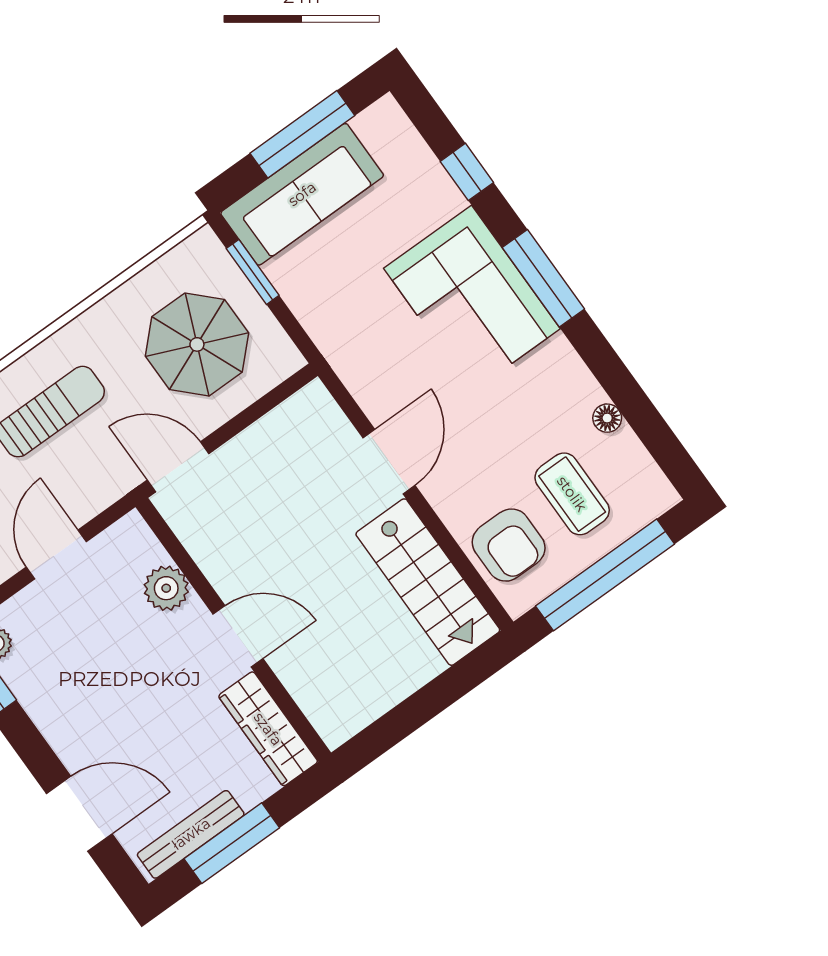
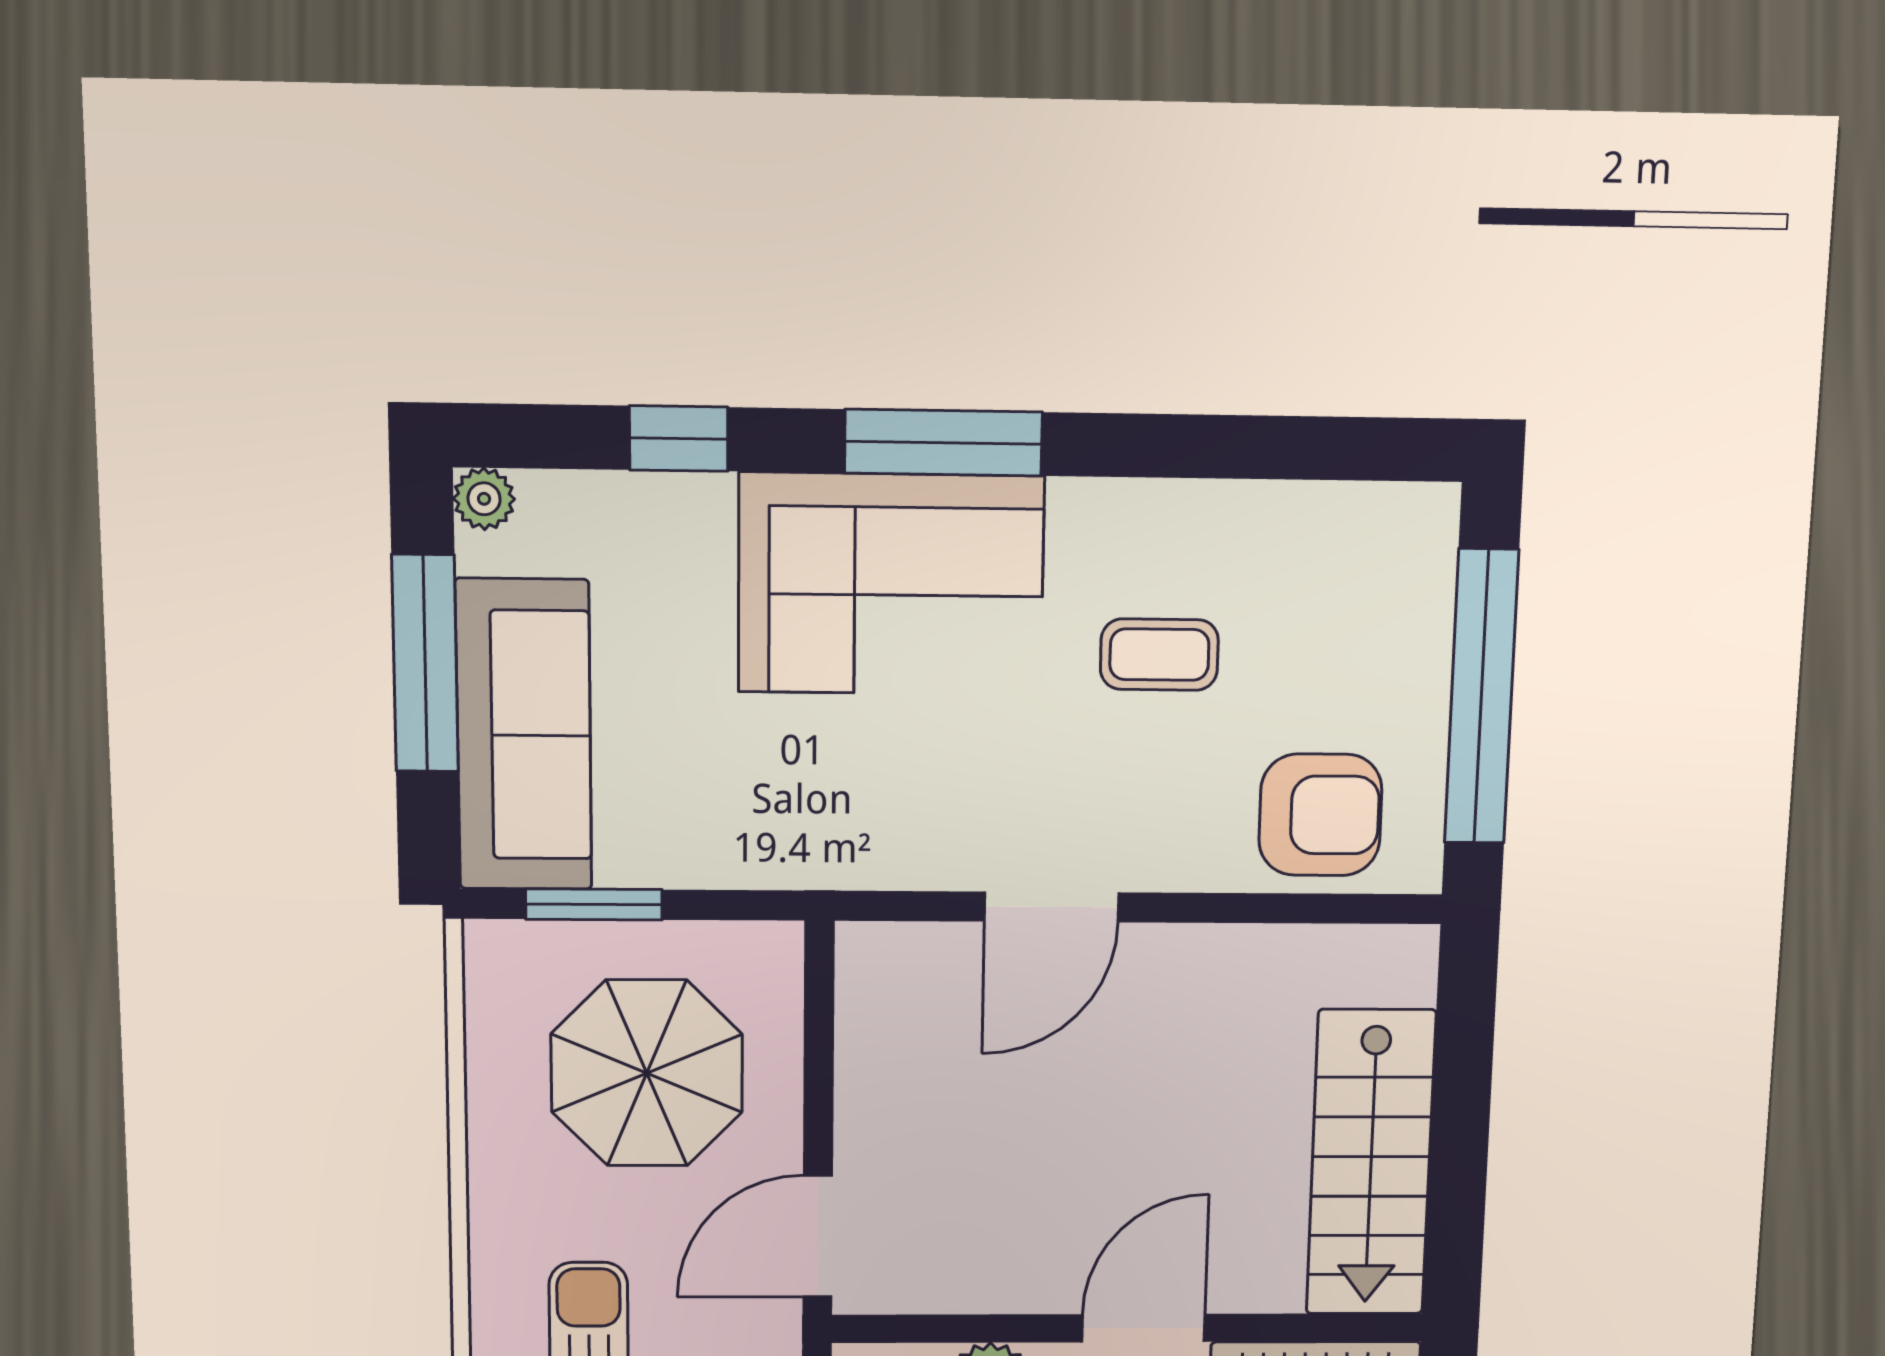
plant: (386, 112) -> (484, 499), added
floor lamp: (607, 418) -> (1243, 508), removed
door: (389, 462) -> (1051, 907), swing flipped
coffee table: (572, 494) -> (1159, 655), moved, width x0.73, depth x0.77
stairs: (428, 582) -> (1371, 1163), moved, turned 90

